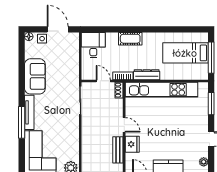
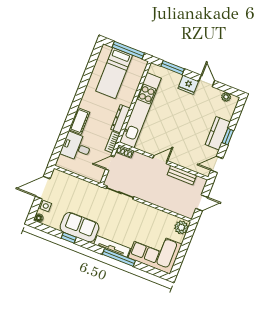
desk: (93, 45) -> (76, 147), moved
window: (22, 71) -> (69, 238), added
fridge: (132, 144) -> (188, 85), moved, turned 180

